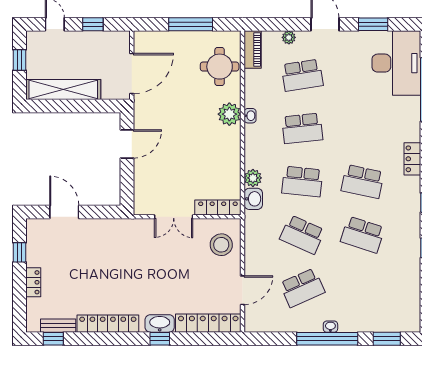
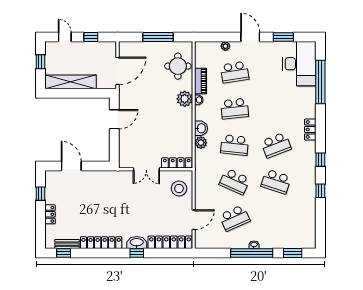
piano: (253, 50) -> (201, 81), moved
school desk: (363, 181) -> (276, 145), turned -33
washbasin: (253, 199) -> (201, 128), moved

